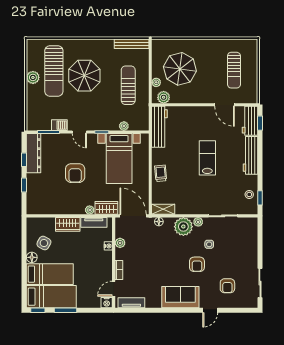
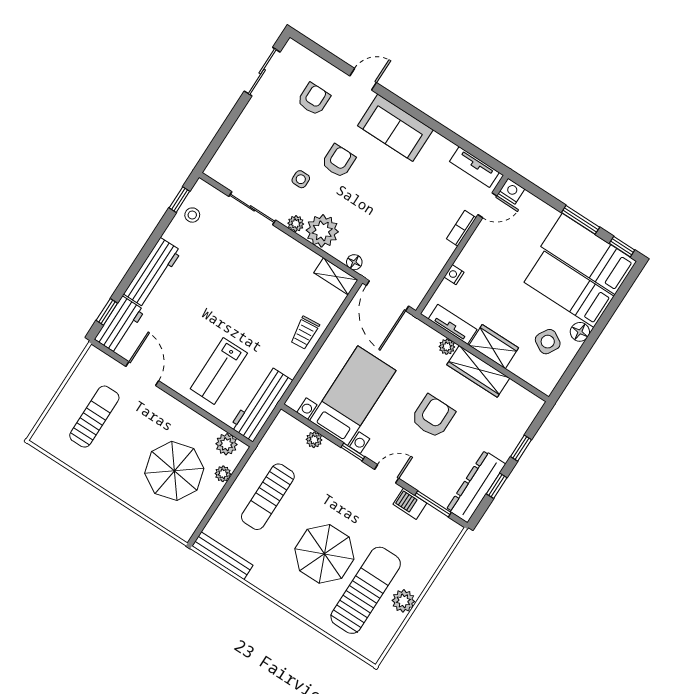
door: (79, 132) -> (387, 474), hinge flipped
lab bench: (207, 158) -> (219, 371), moved
wardrobe: (106, 208) -> (478, 371), moved, width x1.50
plant: (120, 243) -> (433, 268), removed

